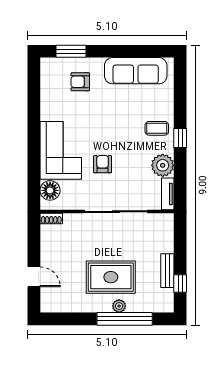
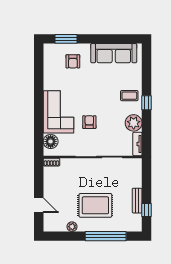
armchair: (80, 82) -> (73, 61), turned -90
plant: (119, 306) -> (72, 227), moved

